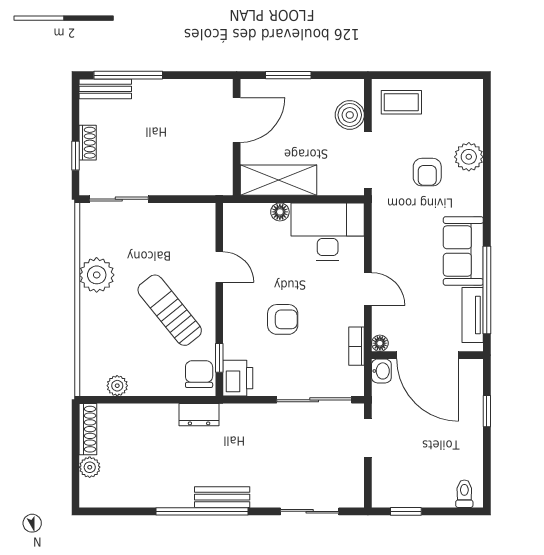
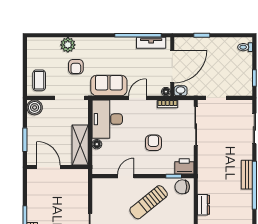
boiler: (350, 115) -> (35, 107), moved
armchair: (427, 172) -> (76, 67), turned 90
sofa: (463, 251) -> (109, 85), moved, turned 180
dresser: (199, 415) -> (204, 205), moved

